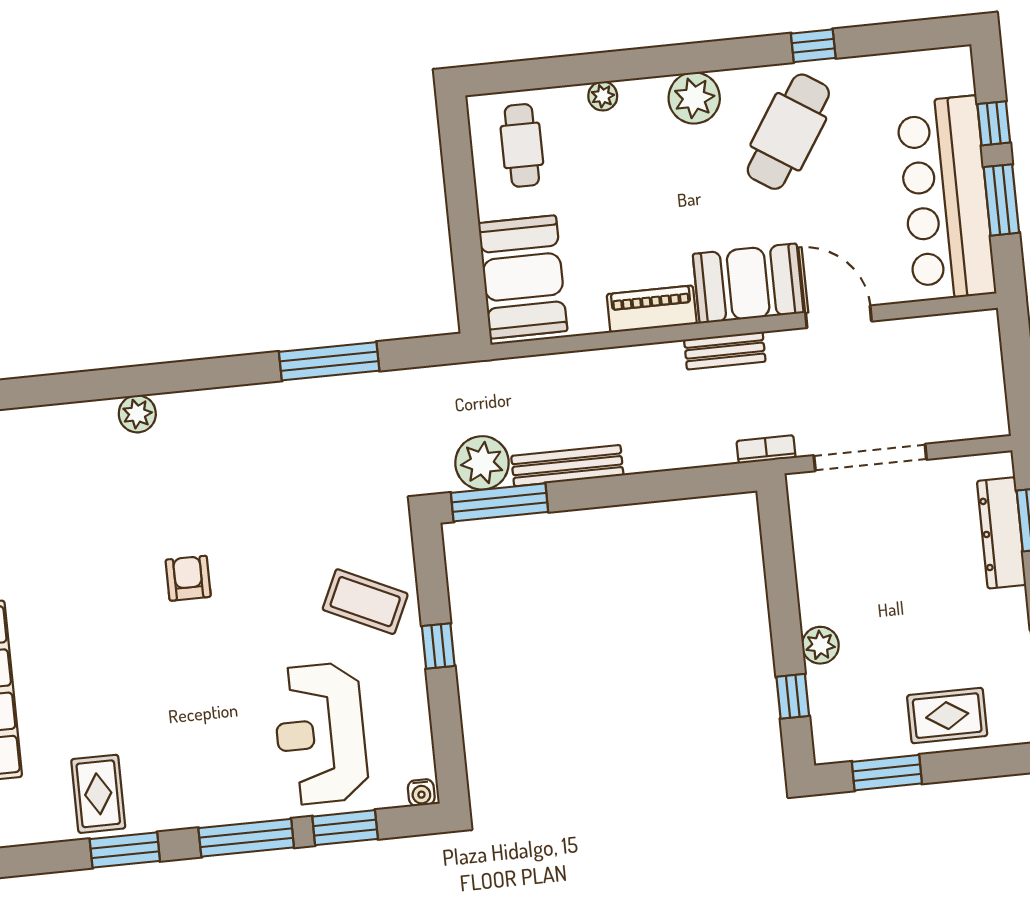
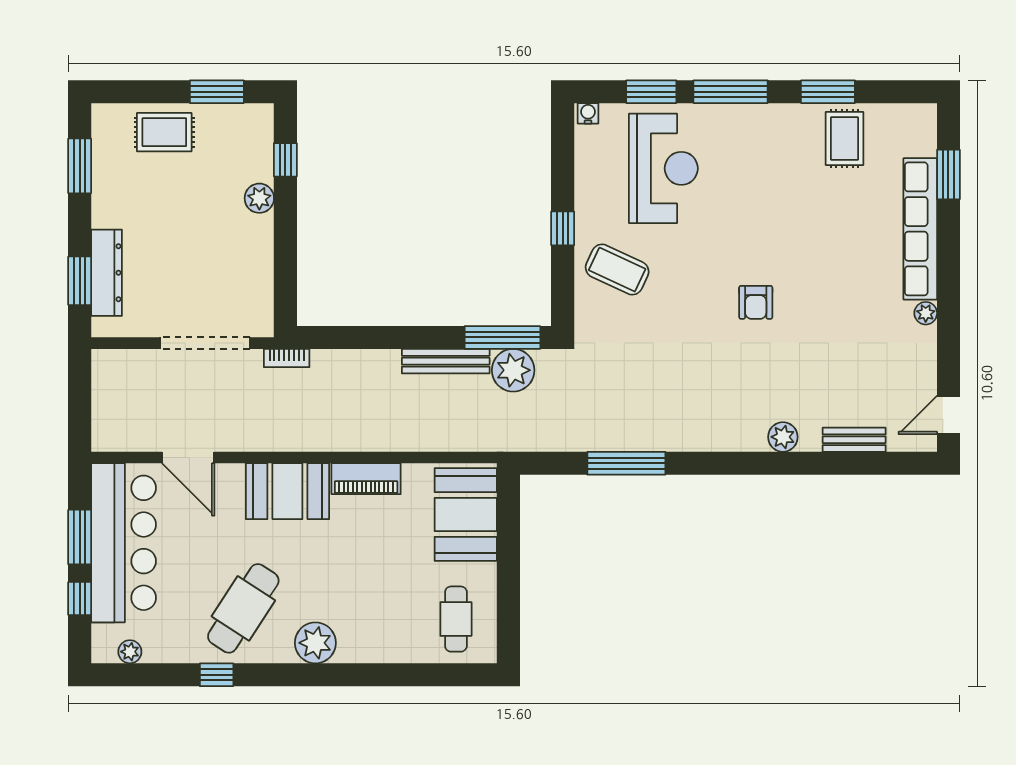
plant: (603, 96) -> (130, 652), moved
door: (839, 317) -> (188, 458), moved
bench: (725, 351) -> (854, 440), moved

